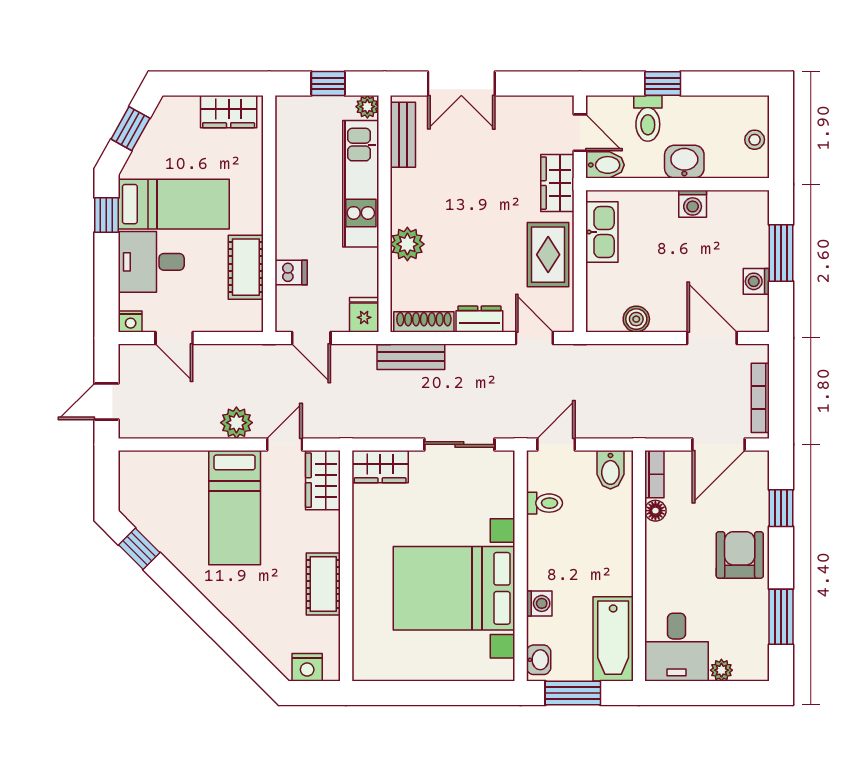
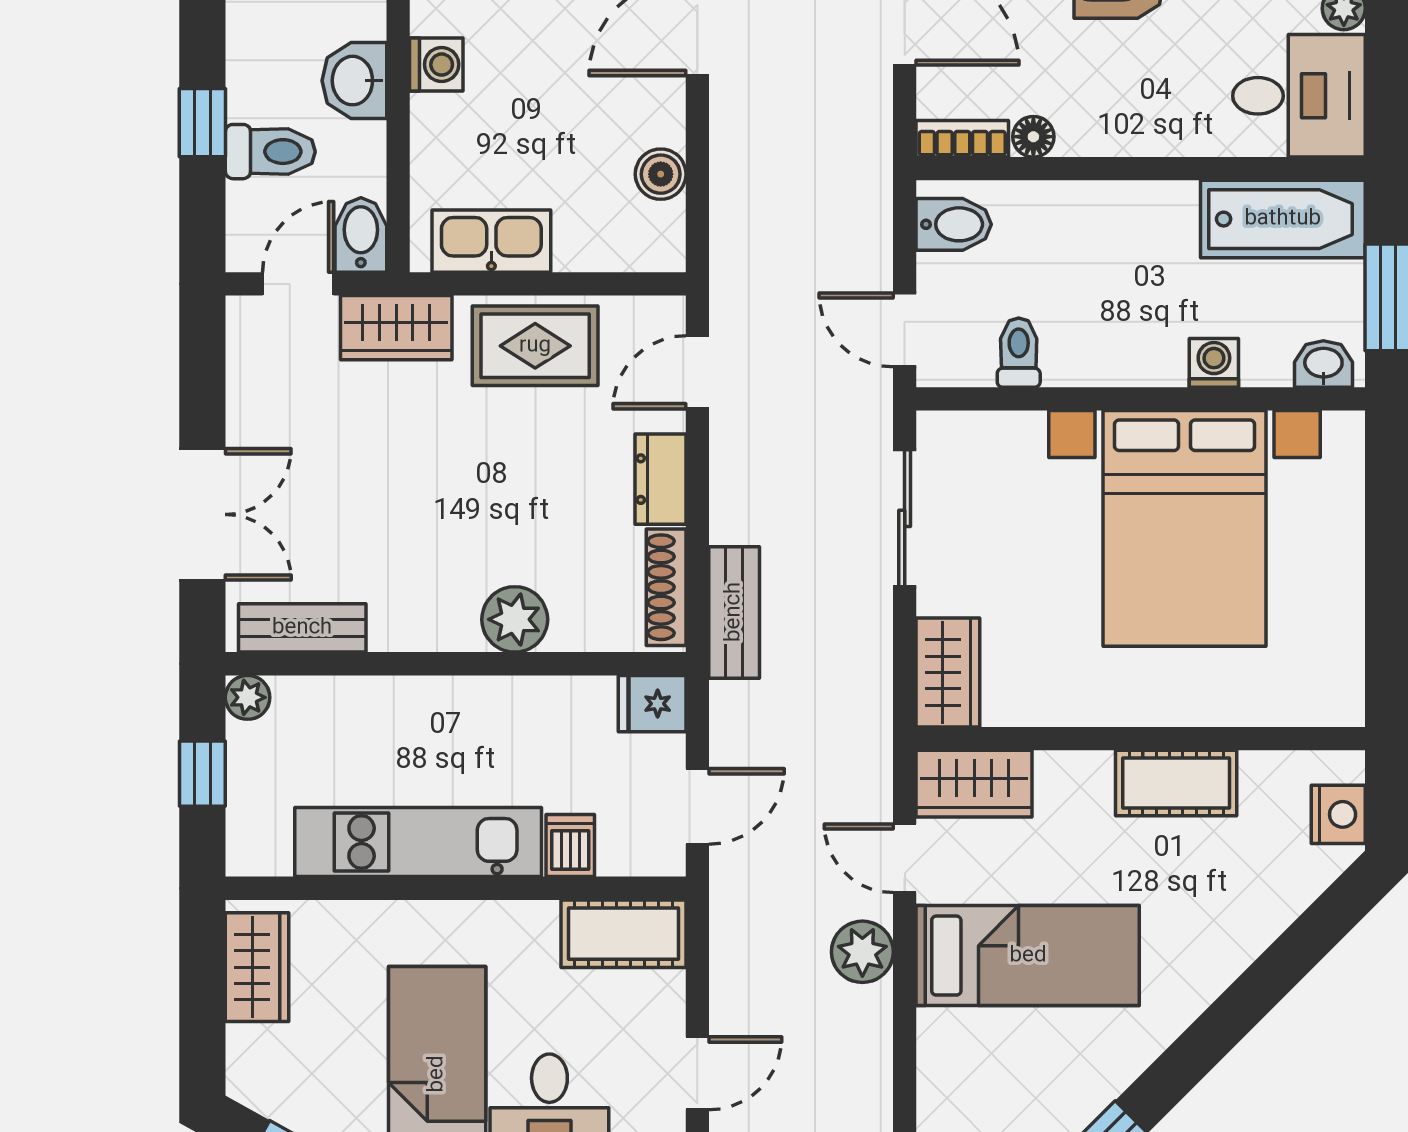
kitchen unit: (361, 184) -> (418, 842), moved, turned 180
cot: (246, 267) -> (624, 934), moved

